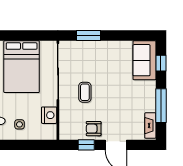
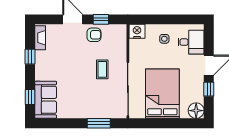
window: (161, 106) -> (30, 57), width x0.46
nightstand: (49, 115) -> (137, 31), moved, turned 90

